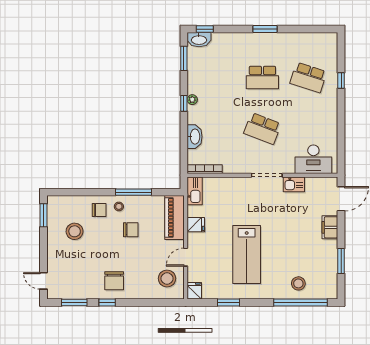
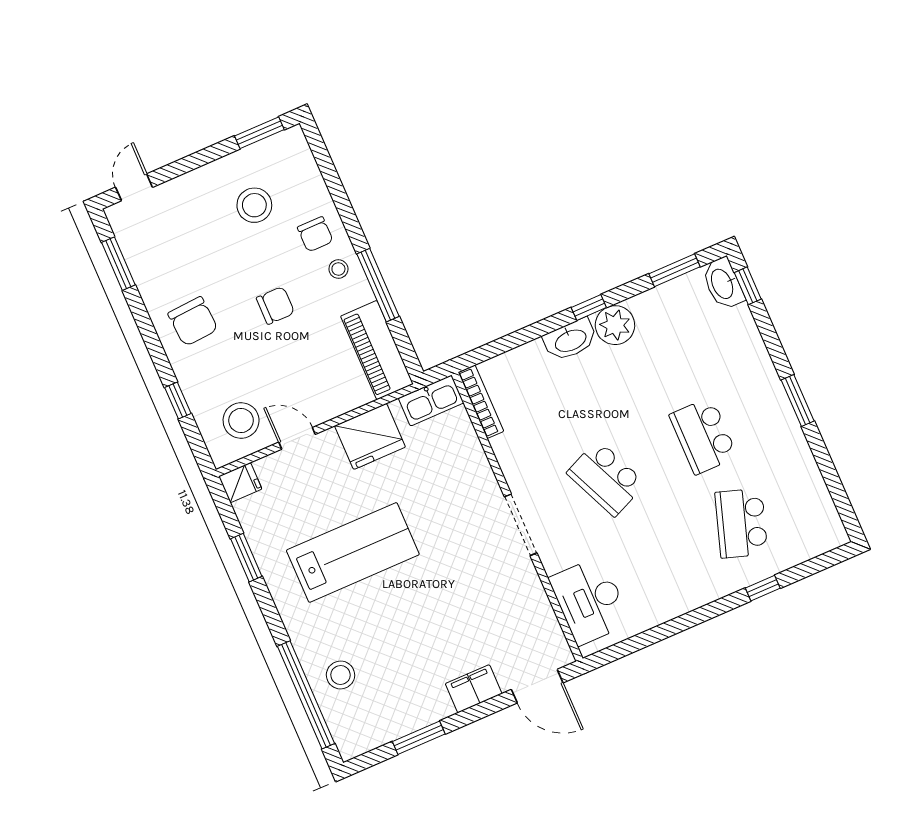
plant: (192, 100) -> (615, 325), width x1.88, depth x1.88
school desk: (262, 128) -> (606, 478), turned -45
washbasin: (195, 137) -> (570, 340), moved
kitchen sink: (294, 184) -> (526, 584), removed
piano: (174, 217) -> (377, 350), moved, turned -90
fridge: (196, 225) -> (370, 436), width x1.88, depth x1.34
chair: (131, 230) -> (275, 305), moved, turned -90
lab bench: (247, 254) -> (353, 552), turned 180
chair: (114, 281) -> (193, 321), turned -94
window: (107, 303) -> (178, 400), moved

